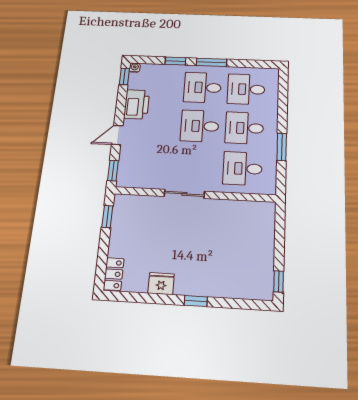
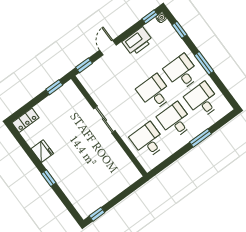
window: (175, 61) -> (179, 30), moved
door: (117, 135) -> (108, 48), hinge flipped
window: (282, 147) -> (200, 138), moved

